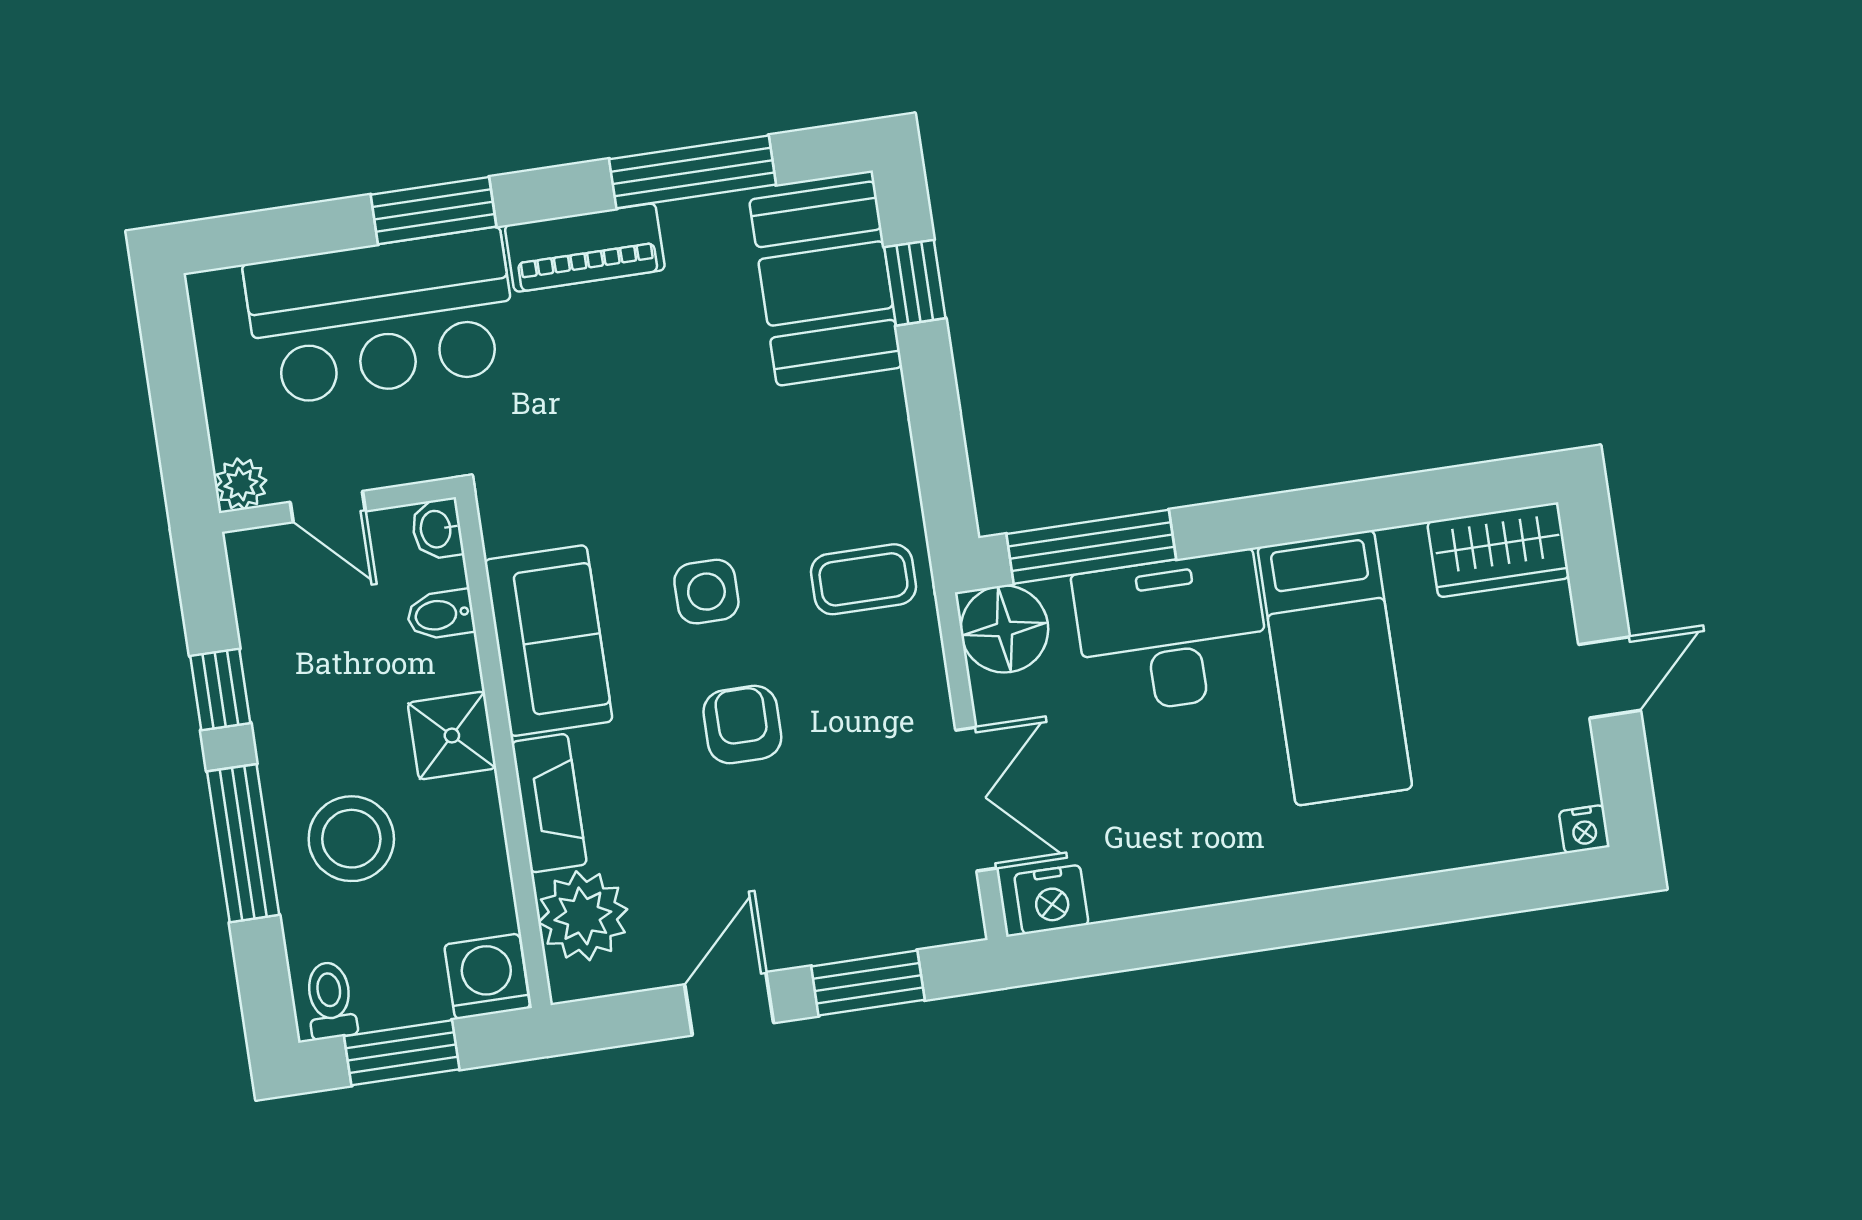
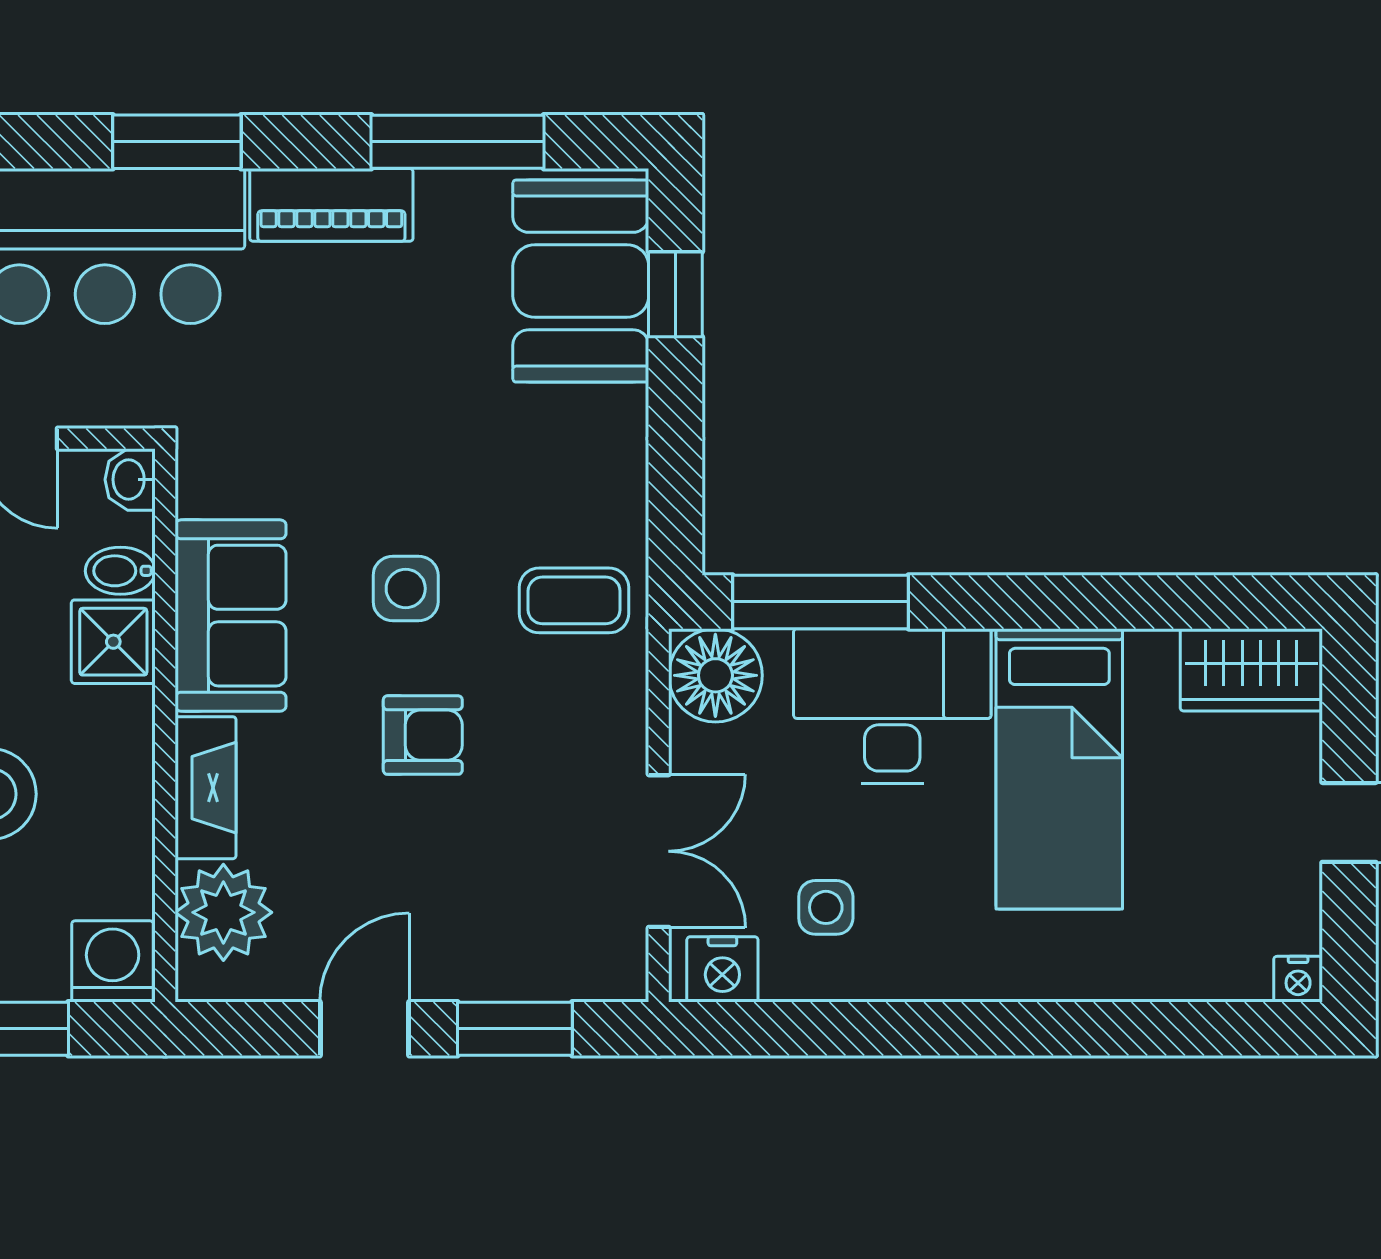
armchair: (742, 725) -> (423, 735), turned 90
shower: (452, 736) -> (113, 642), moved
side table: (1138, 828) -> (826, 907), added

